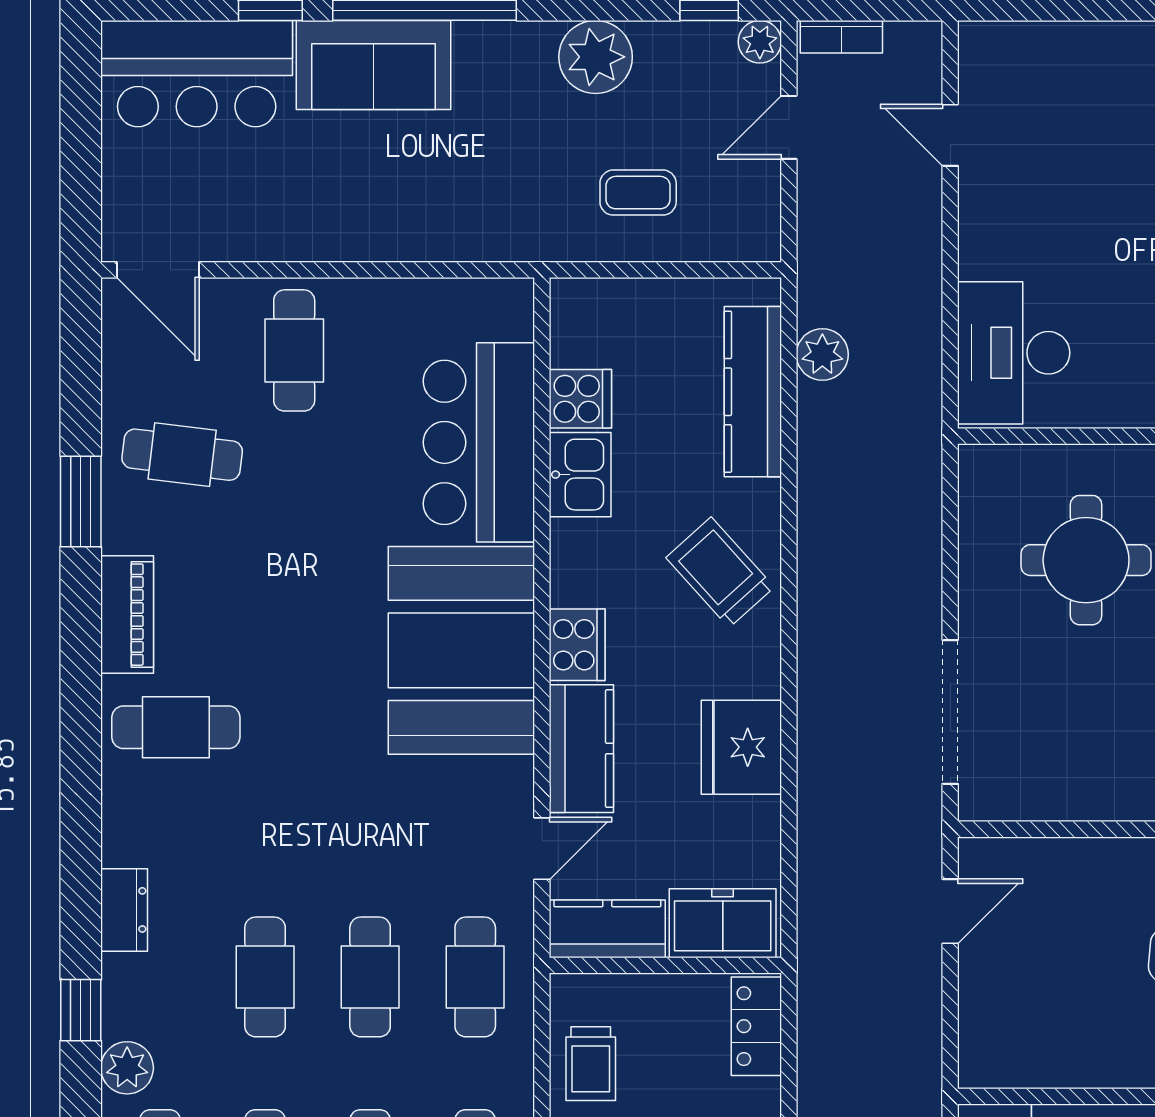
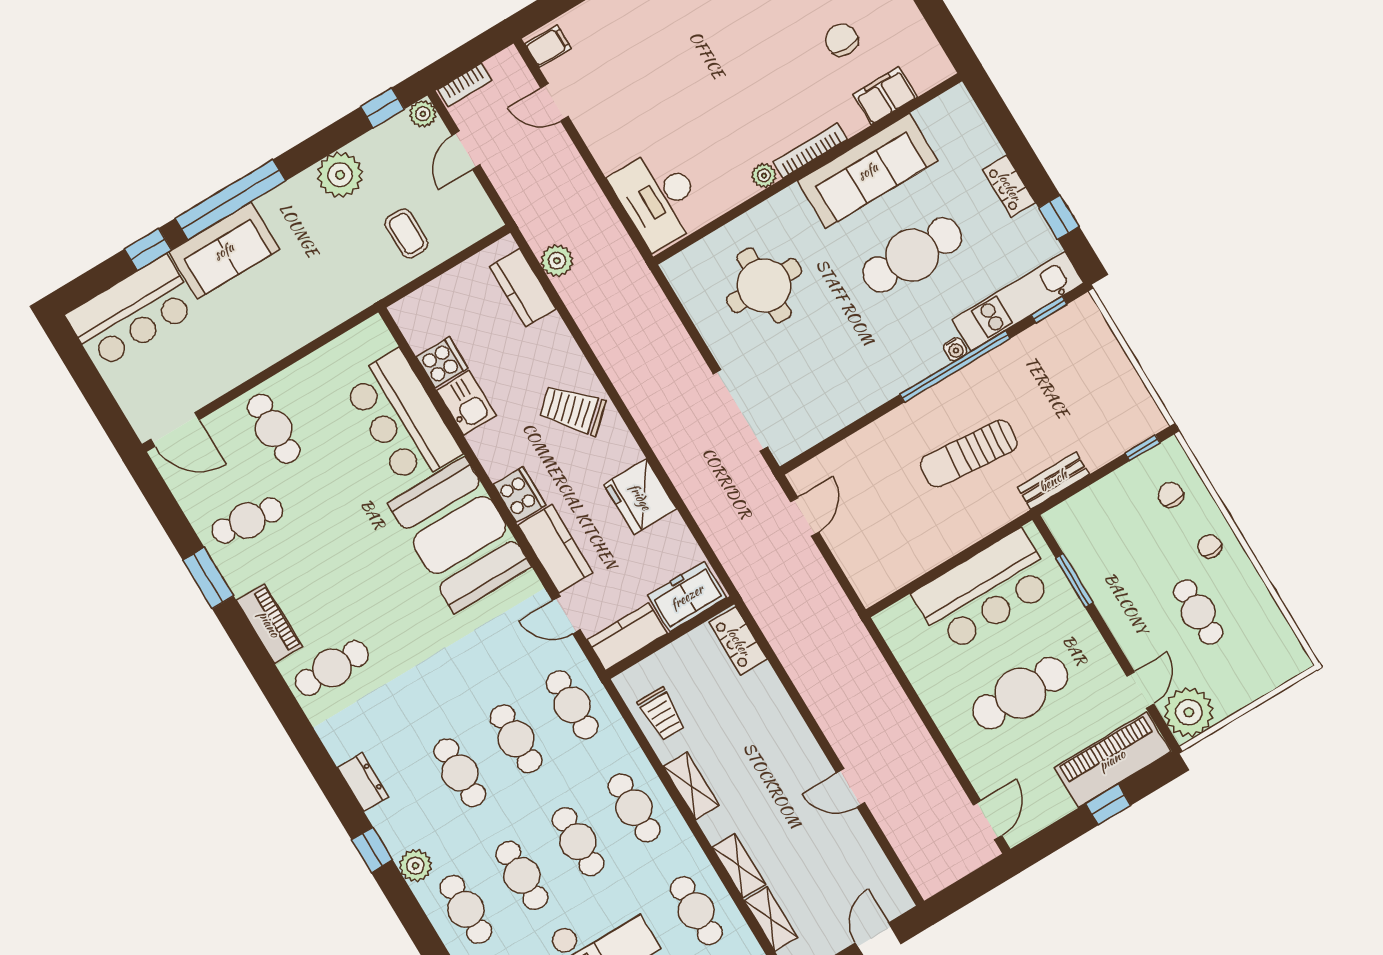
filing cabinet: (988, 53) -> (548, 46), added
coffee table: (638, 193) -> (406, 234), turned 90
kitchen counter: (753, 392) -> (523, 288), width x0.67
door: (542, 849) -> (566, 615), swing flipped

